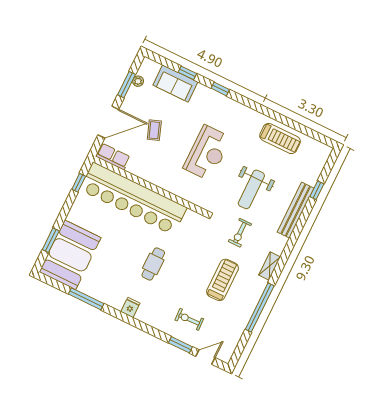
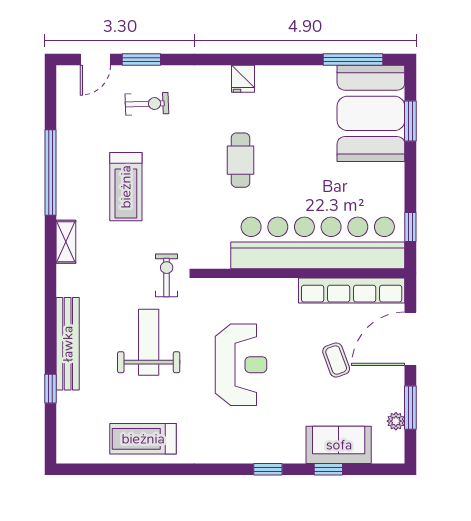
reception desk: (207, 153) -> (241, 365), turned 180
row of seats: (113, 157) -> (352, 291), width x2.02
exercise bike: (240, 233) -> (167, 275), moved
window: (86, 299) -> (353, 60), moved

